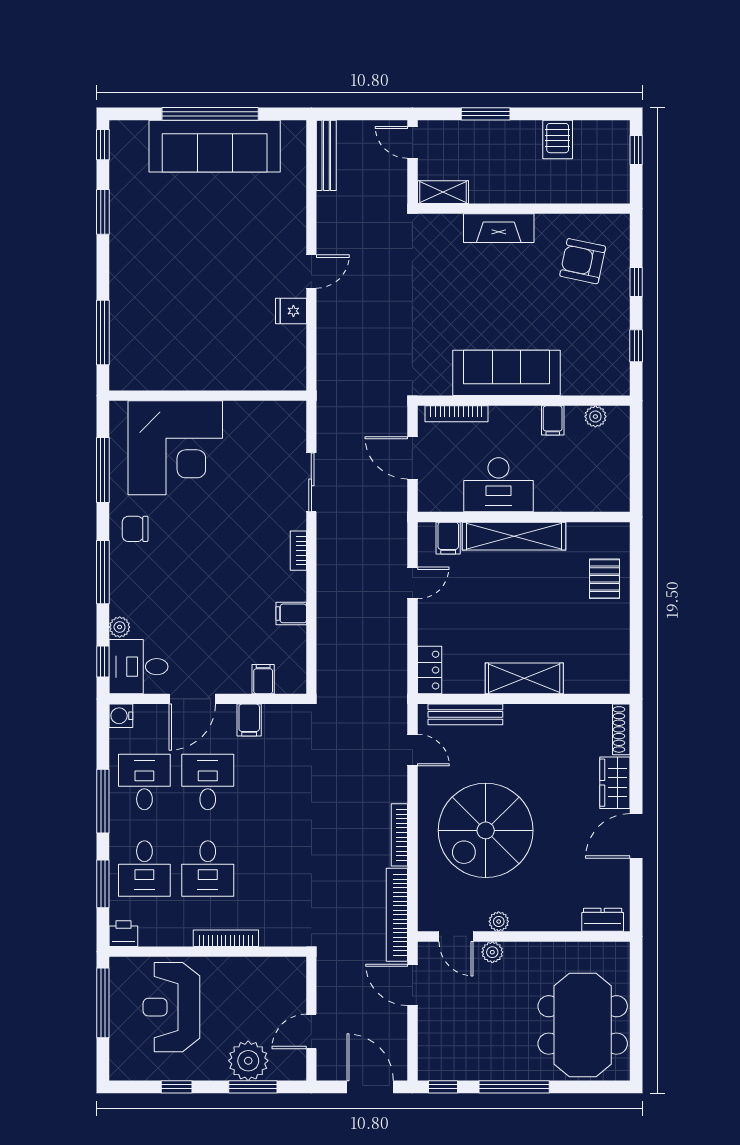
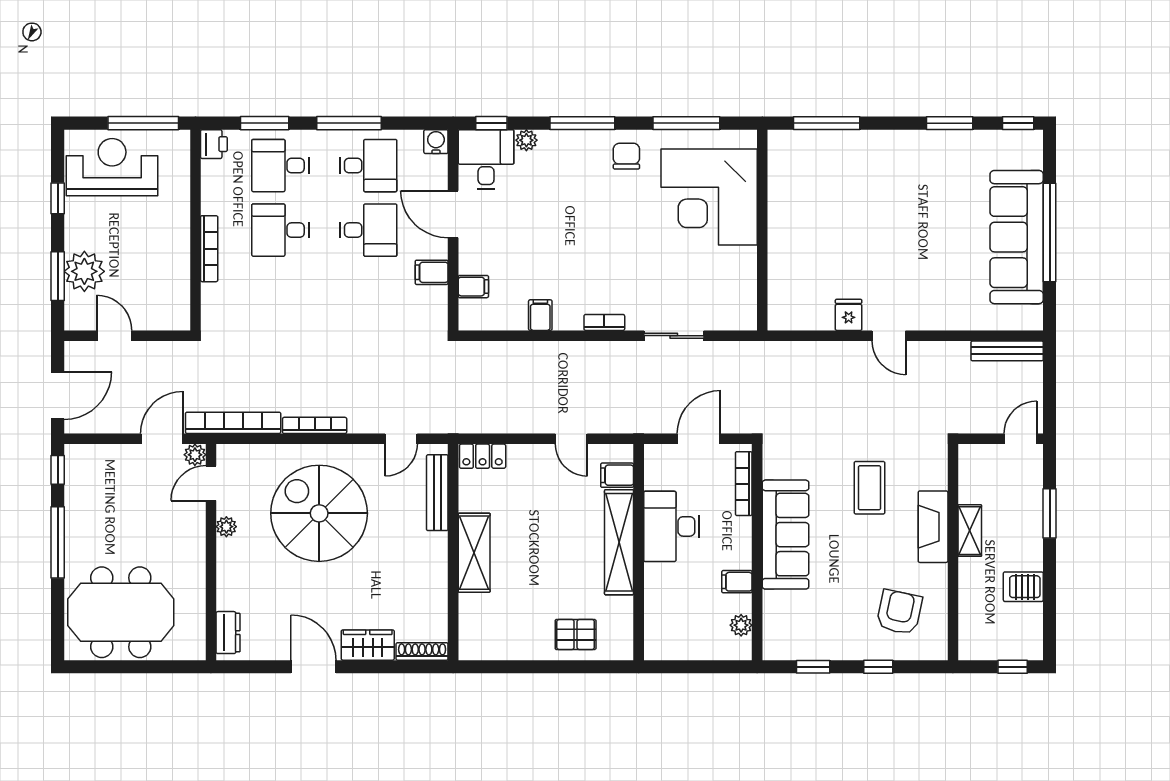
shelving: (443, 192) -> (970, 531), moved
coffee table: (461, 290) -> (869, 488), added
plant: (492, 952) -> (195, 455), moved
reception desk: (171, 1007) -> (112, 167), moved

